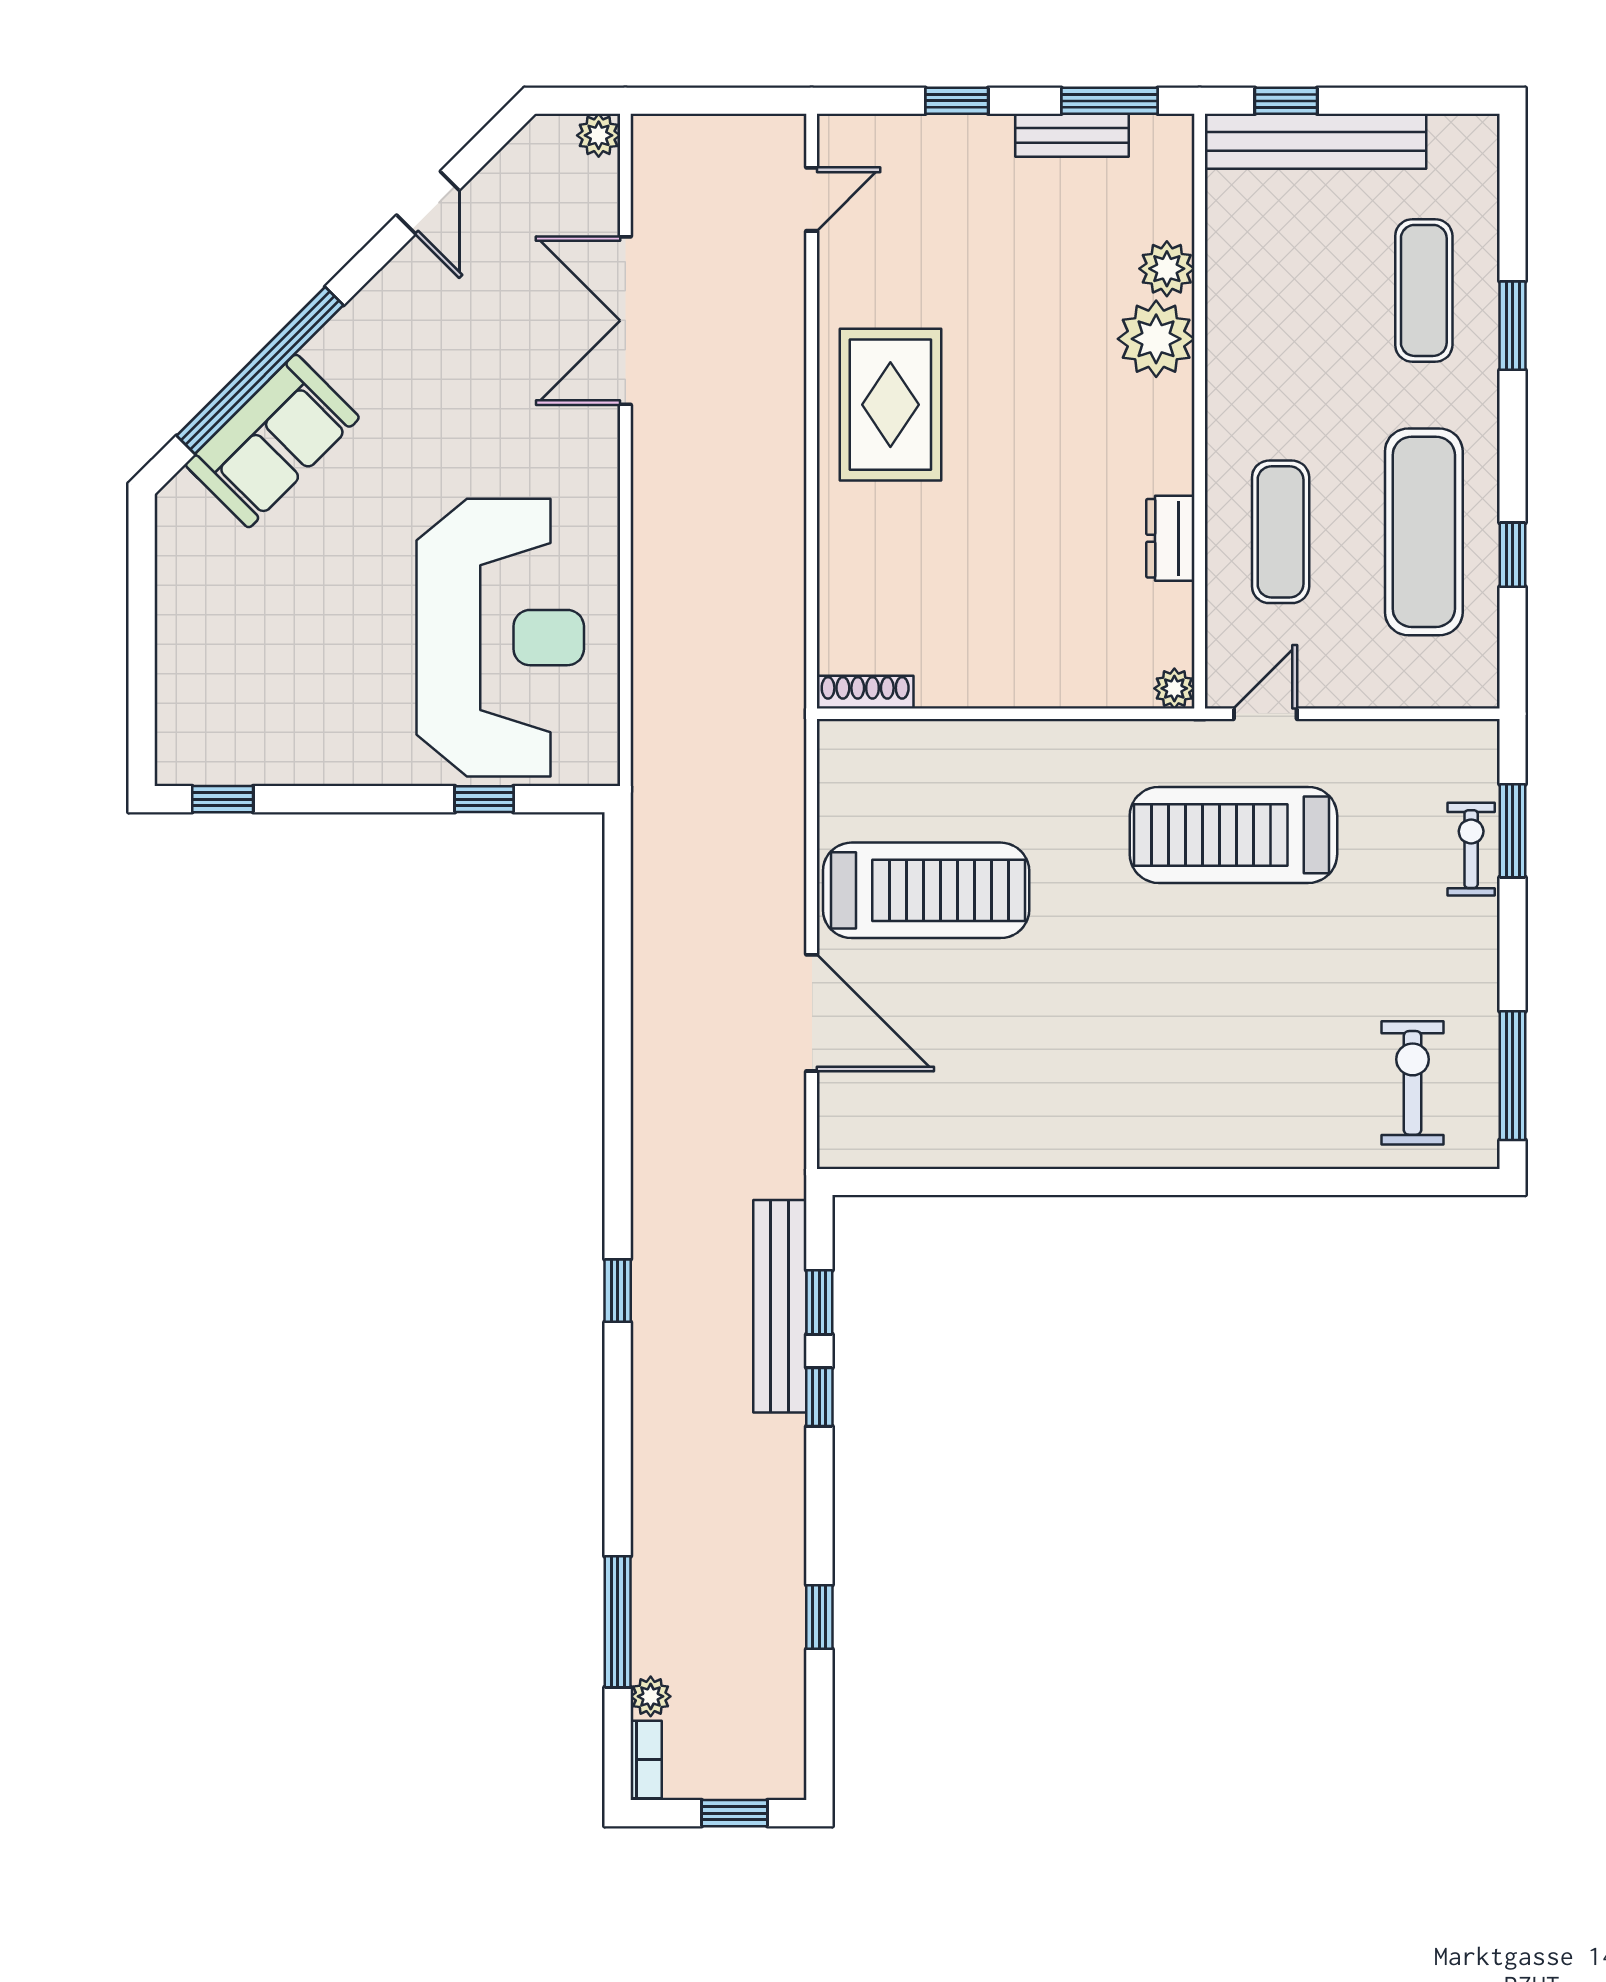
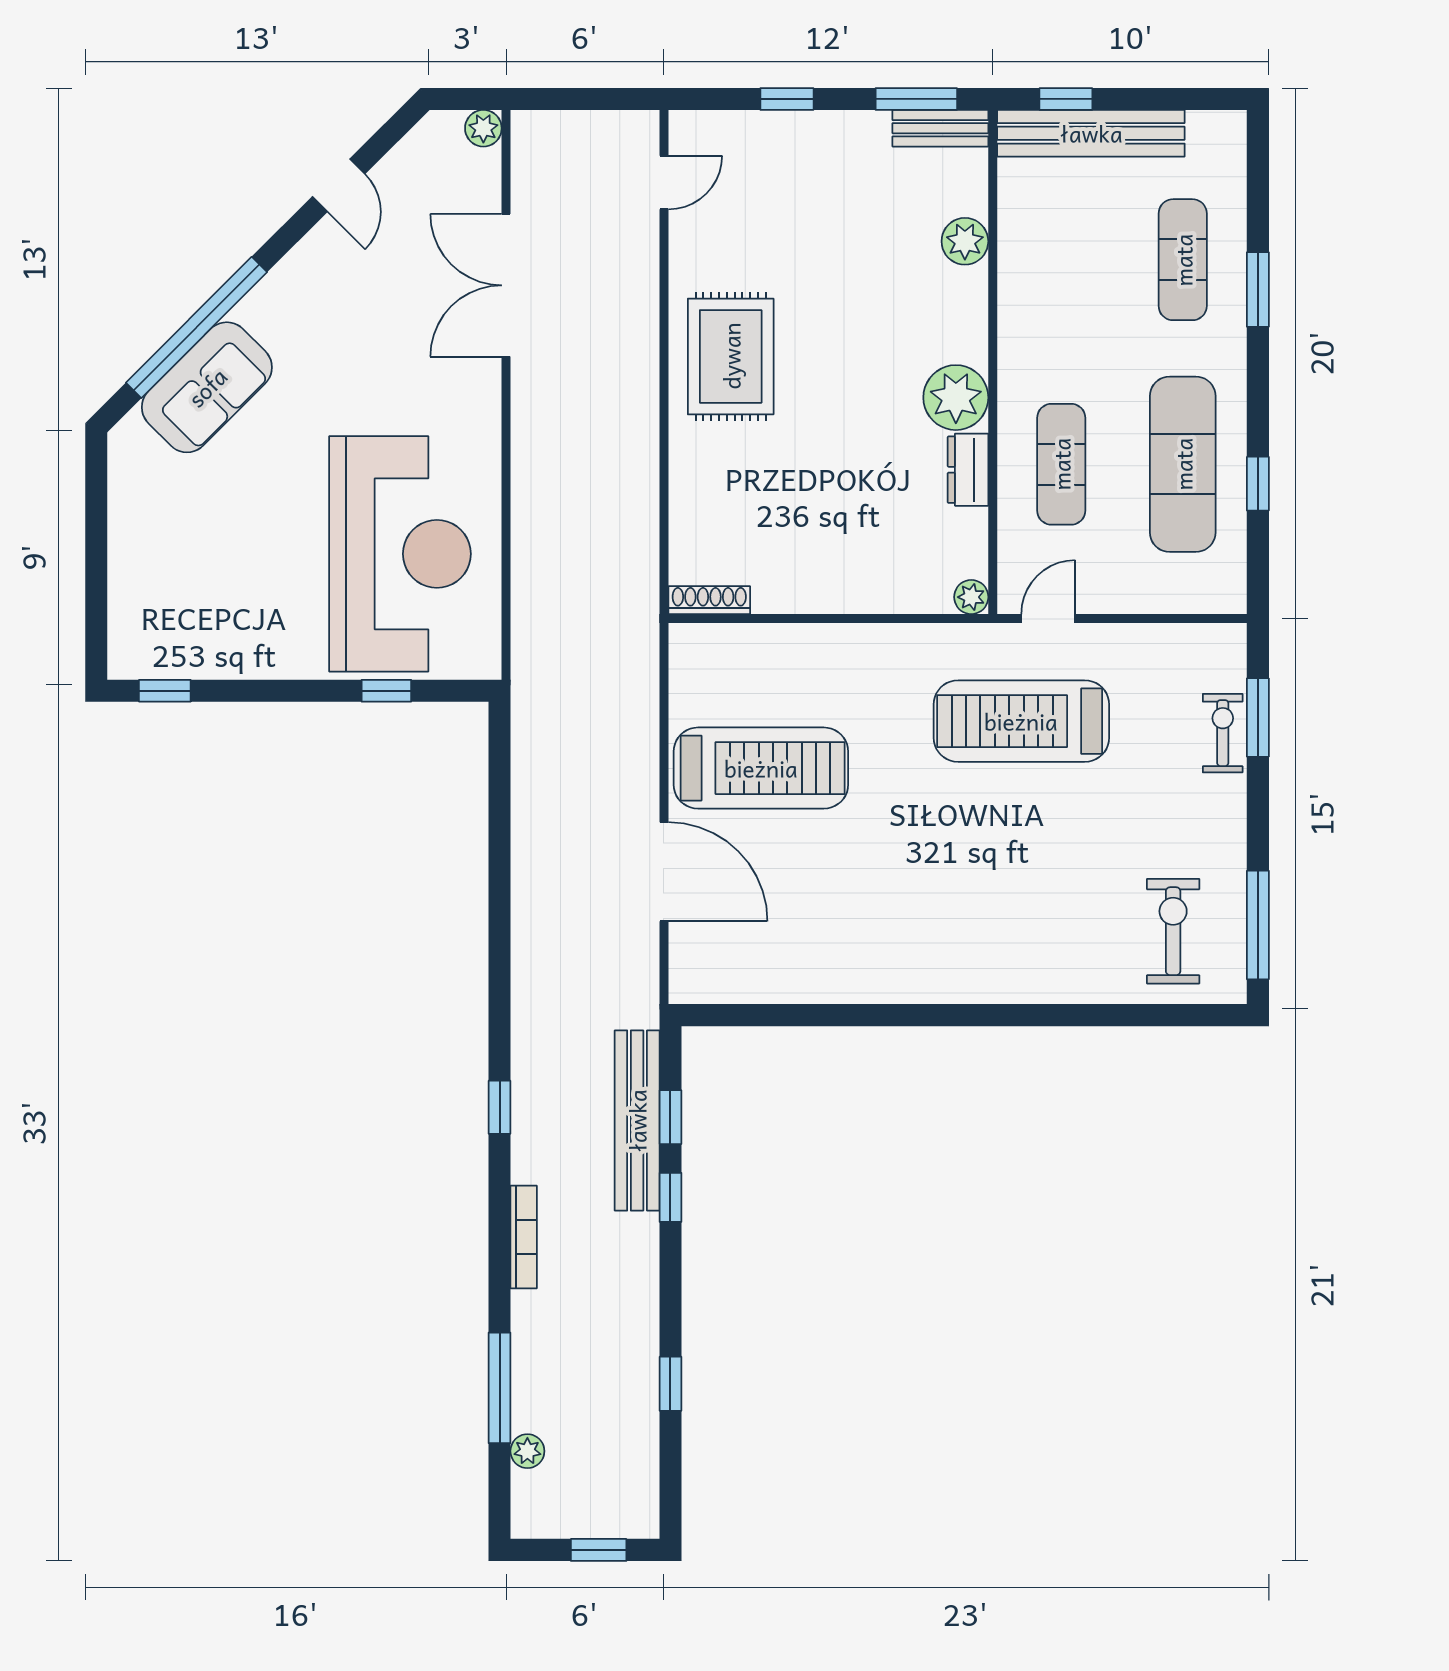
bench: (1072, 135) -> (940, 128), moved
plant: (1156, 339) -> (956, 398), moved
bookcase: (646, 1759) -> (524, 1237), moved, width x1.56

